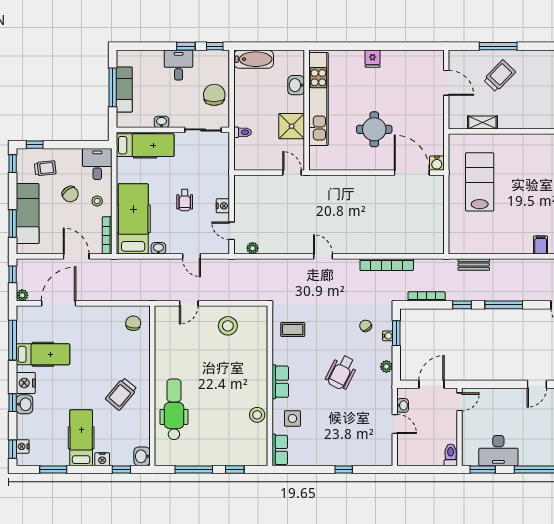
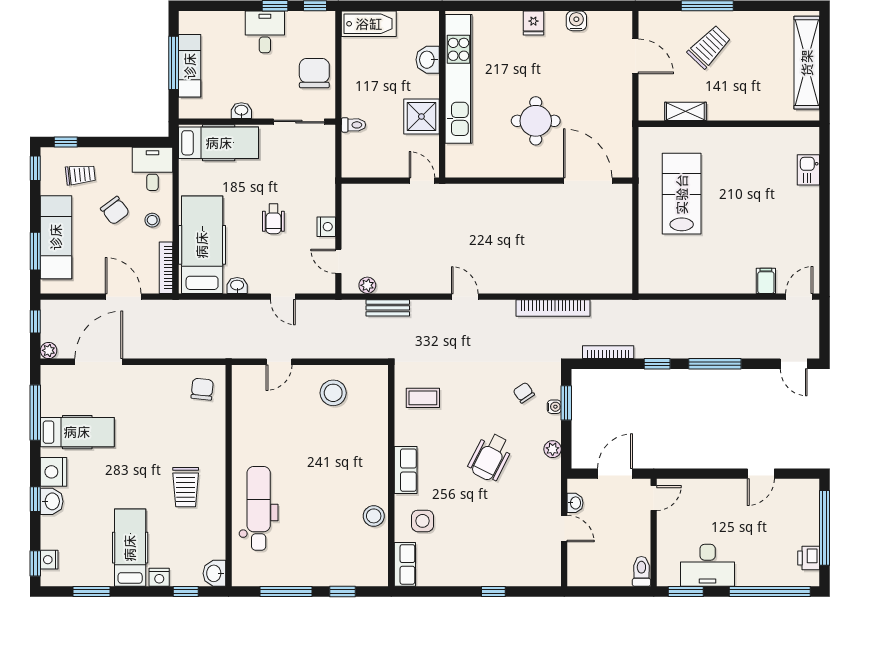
water cooler: (437, 163) -> (576, 21), moved, turned 180
bench: (474, 265) -> (388, 308), moved
trolley: (121, 394) -> (186, 487), turned -40

